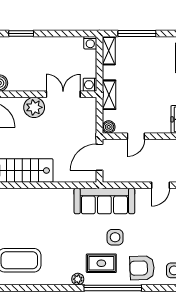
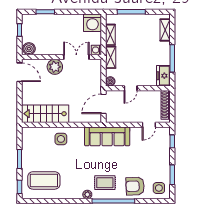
washing machine: (90, 43) -> (92, 23), width x1.89, depth x1.89
shelving: (109, 51) -> (110, 35), moved
side table: (115, 237) -> (61, 139), moved

